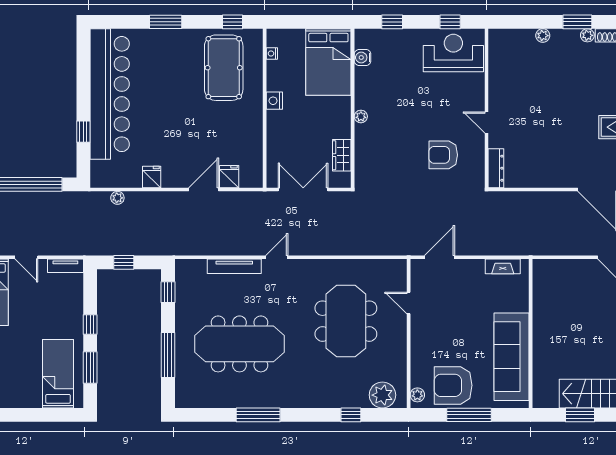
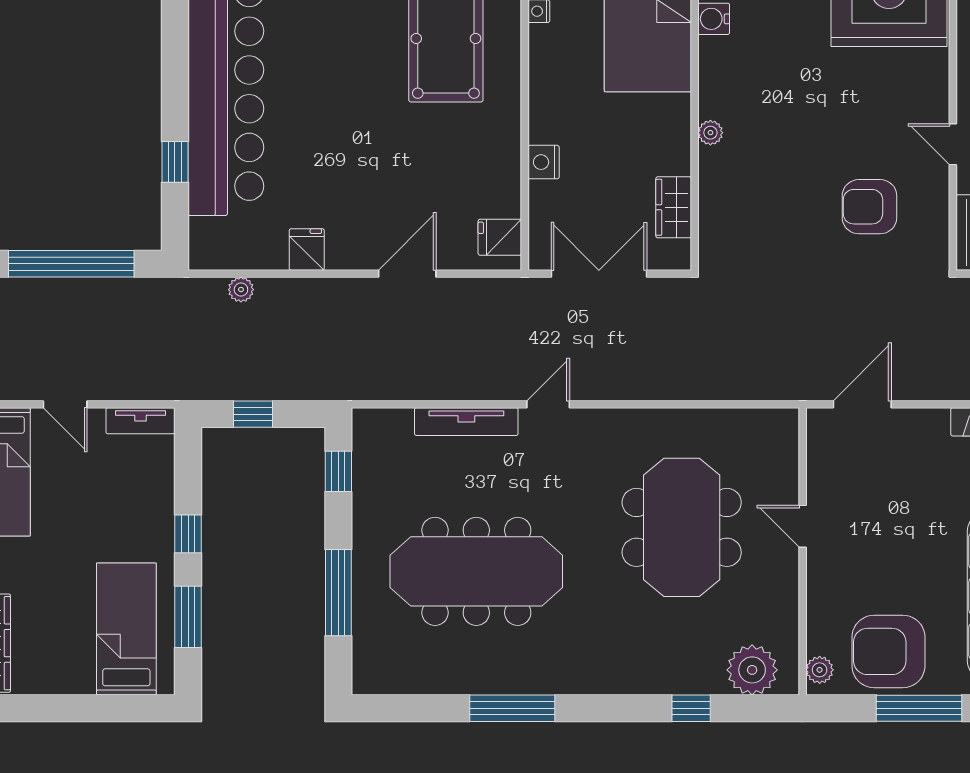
nightstand: (274, 101) -> (544, 162), moved
fridge: (229, 177) -> (500, 237), moved, turned -90
door: (409, 303) -> (803, 526), moved

